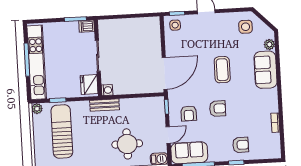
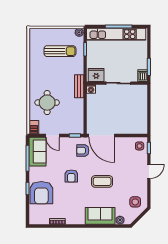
armchair: (189, 113) -> (83, 151), moved
sun lounger: (62, 131) -> (60, 51), width x0.73, depth x0.75
armchair: (241, 145) -> (41, 193), width x1.88, depth x1.88

